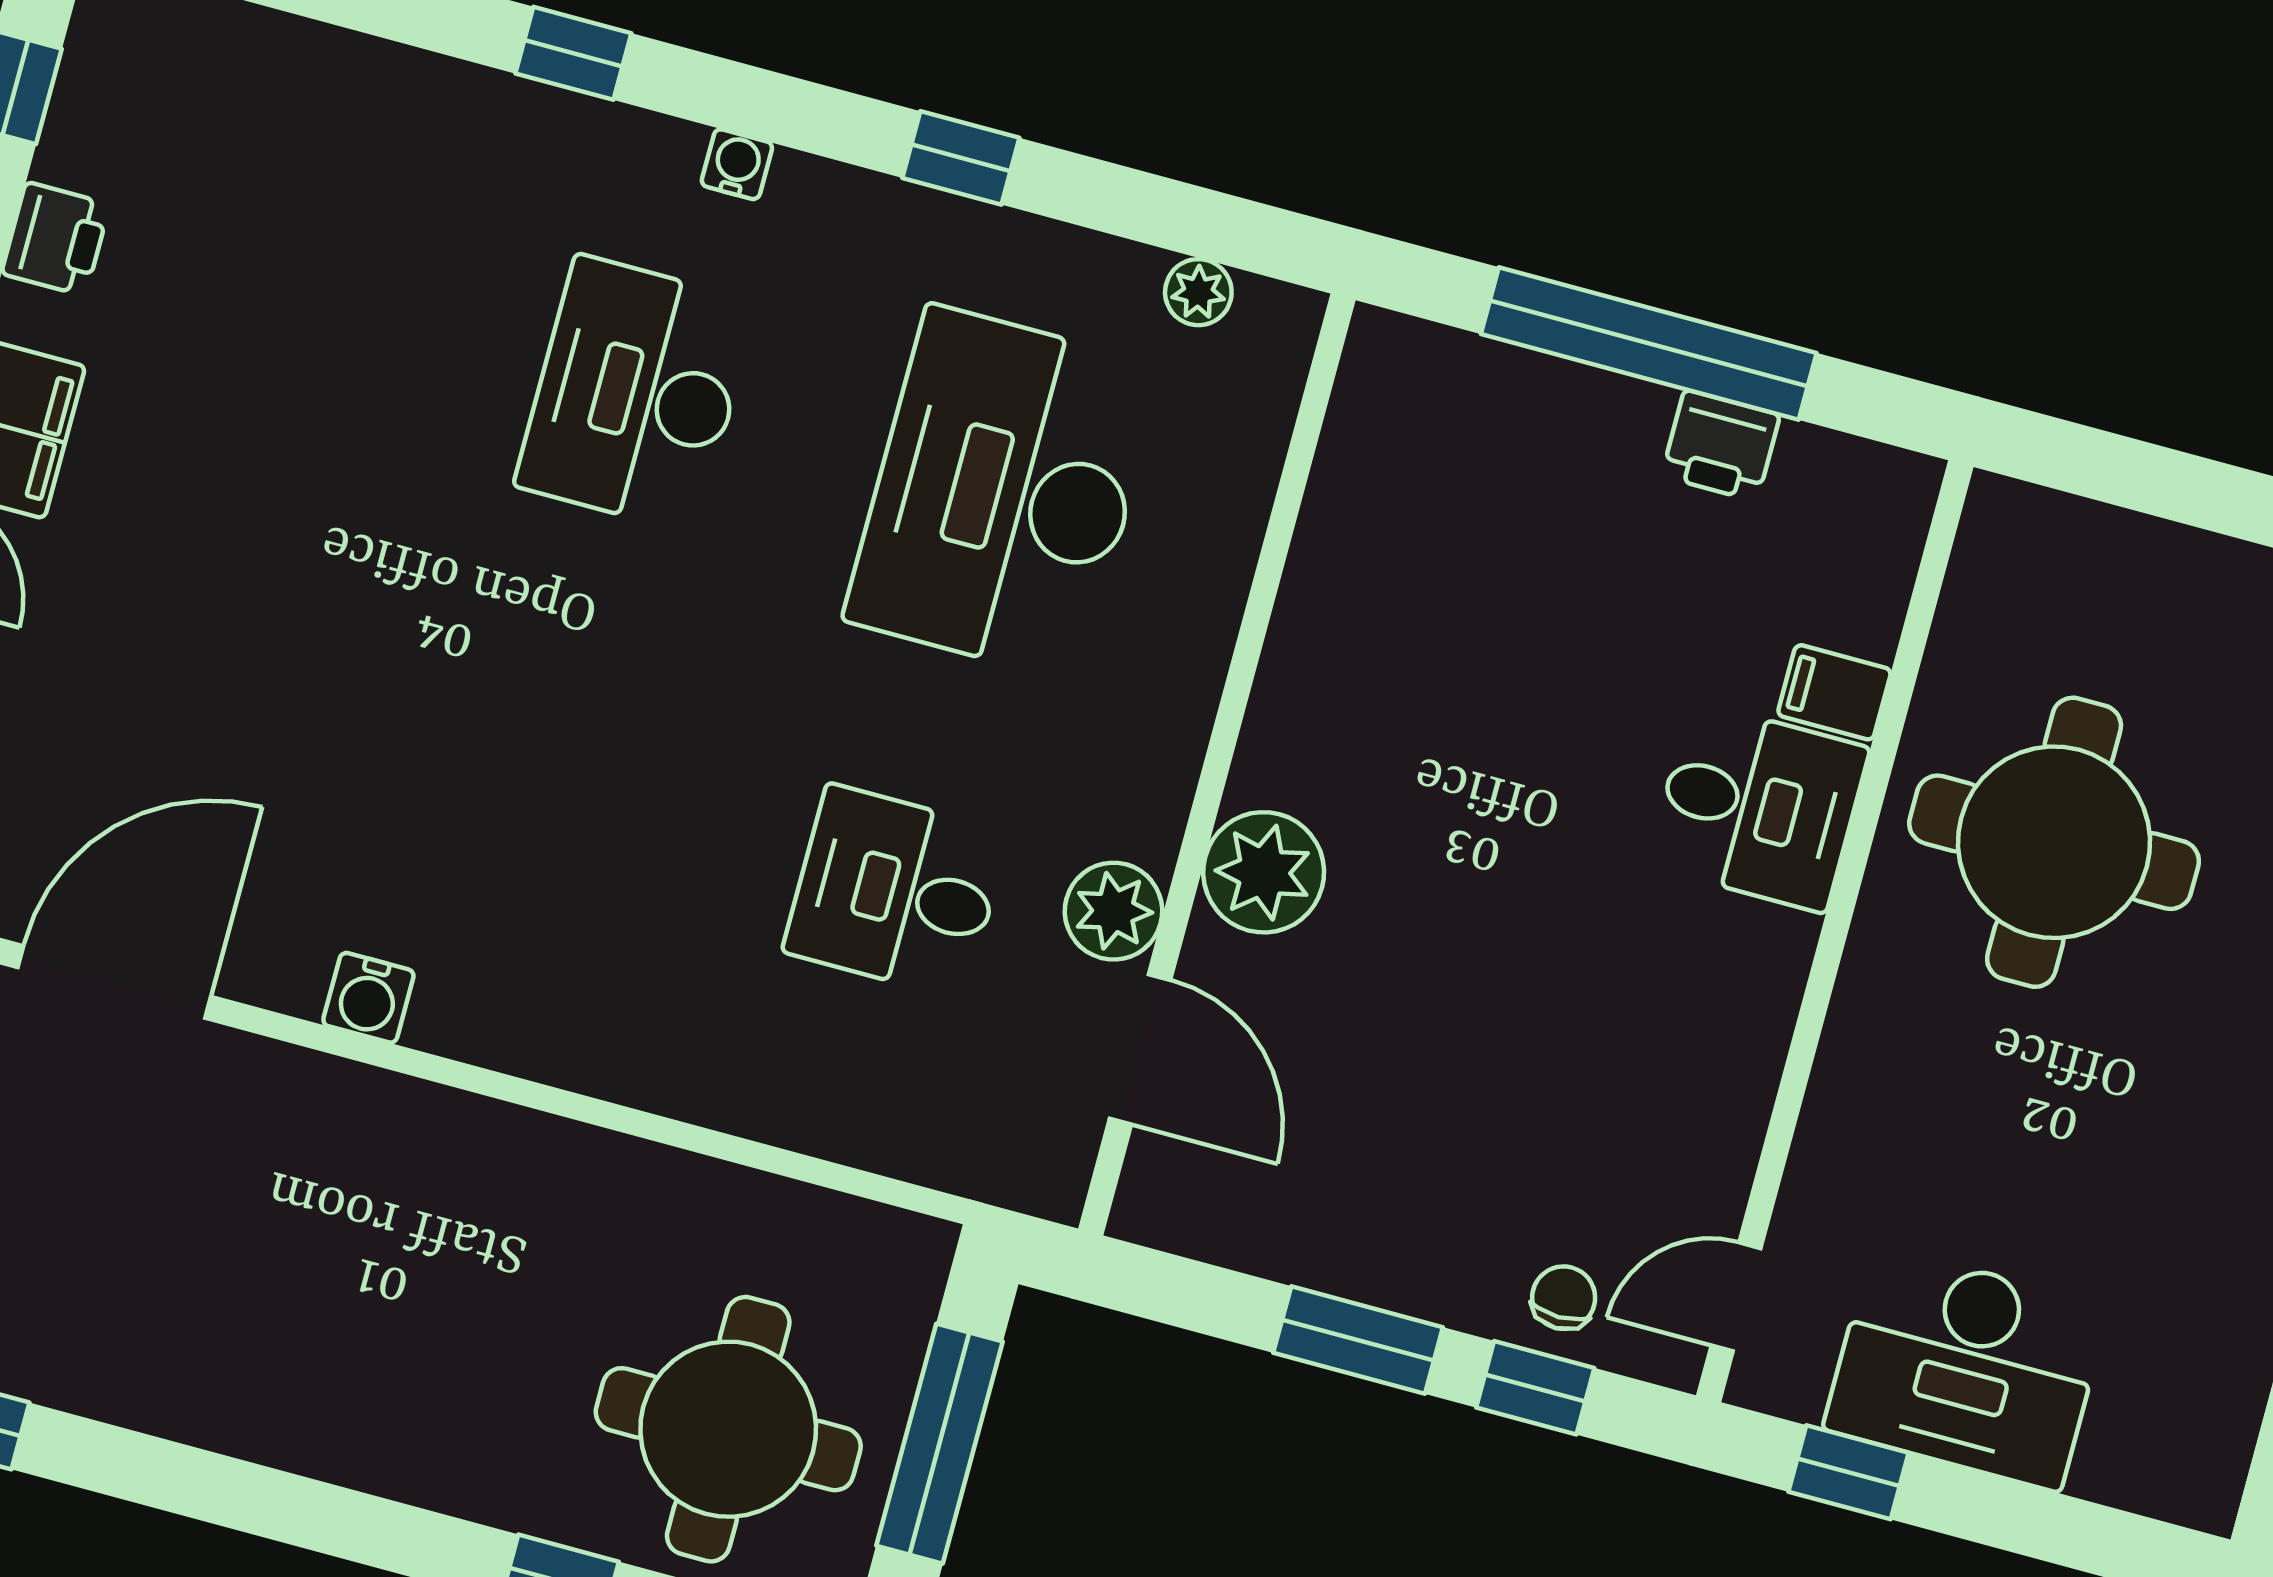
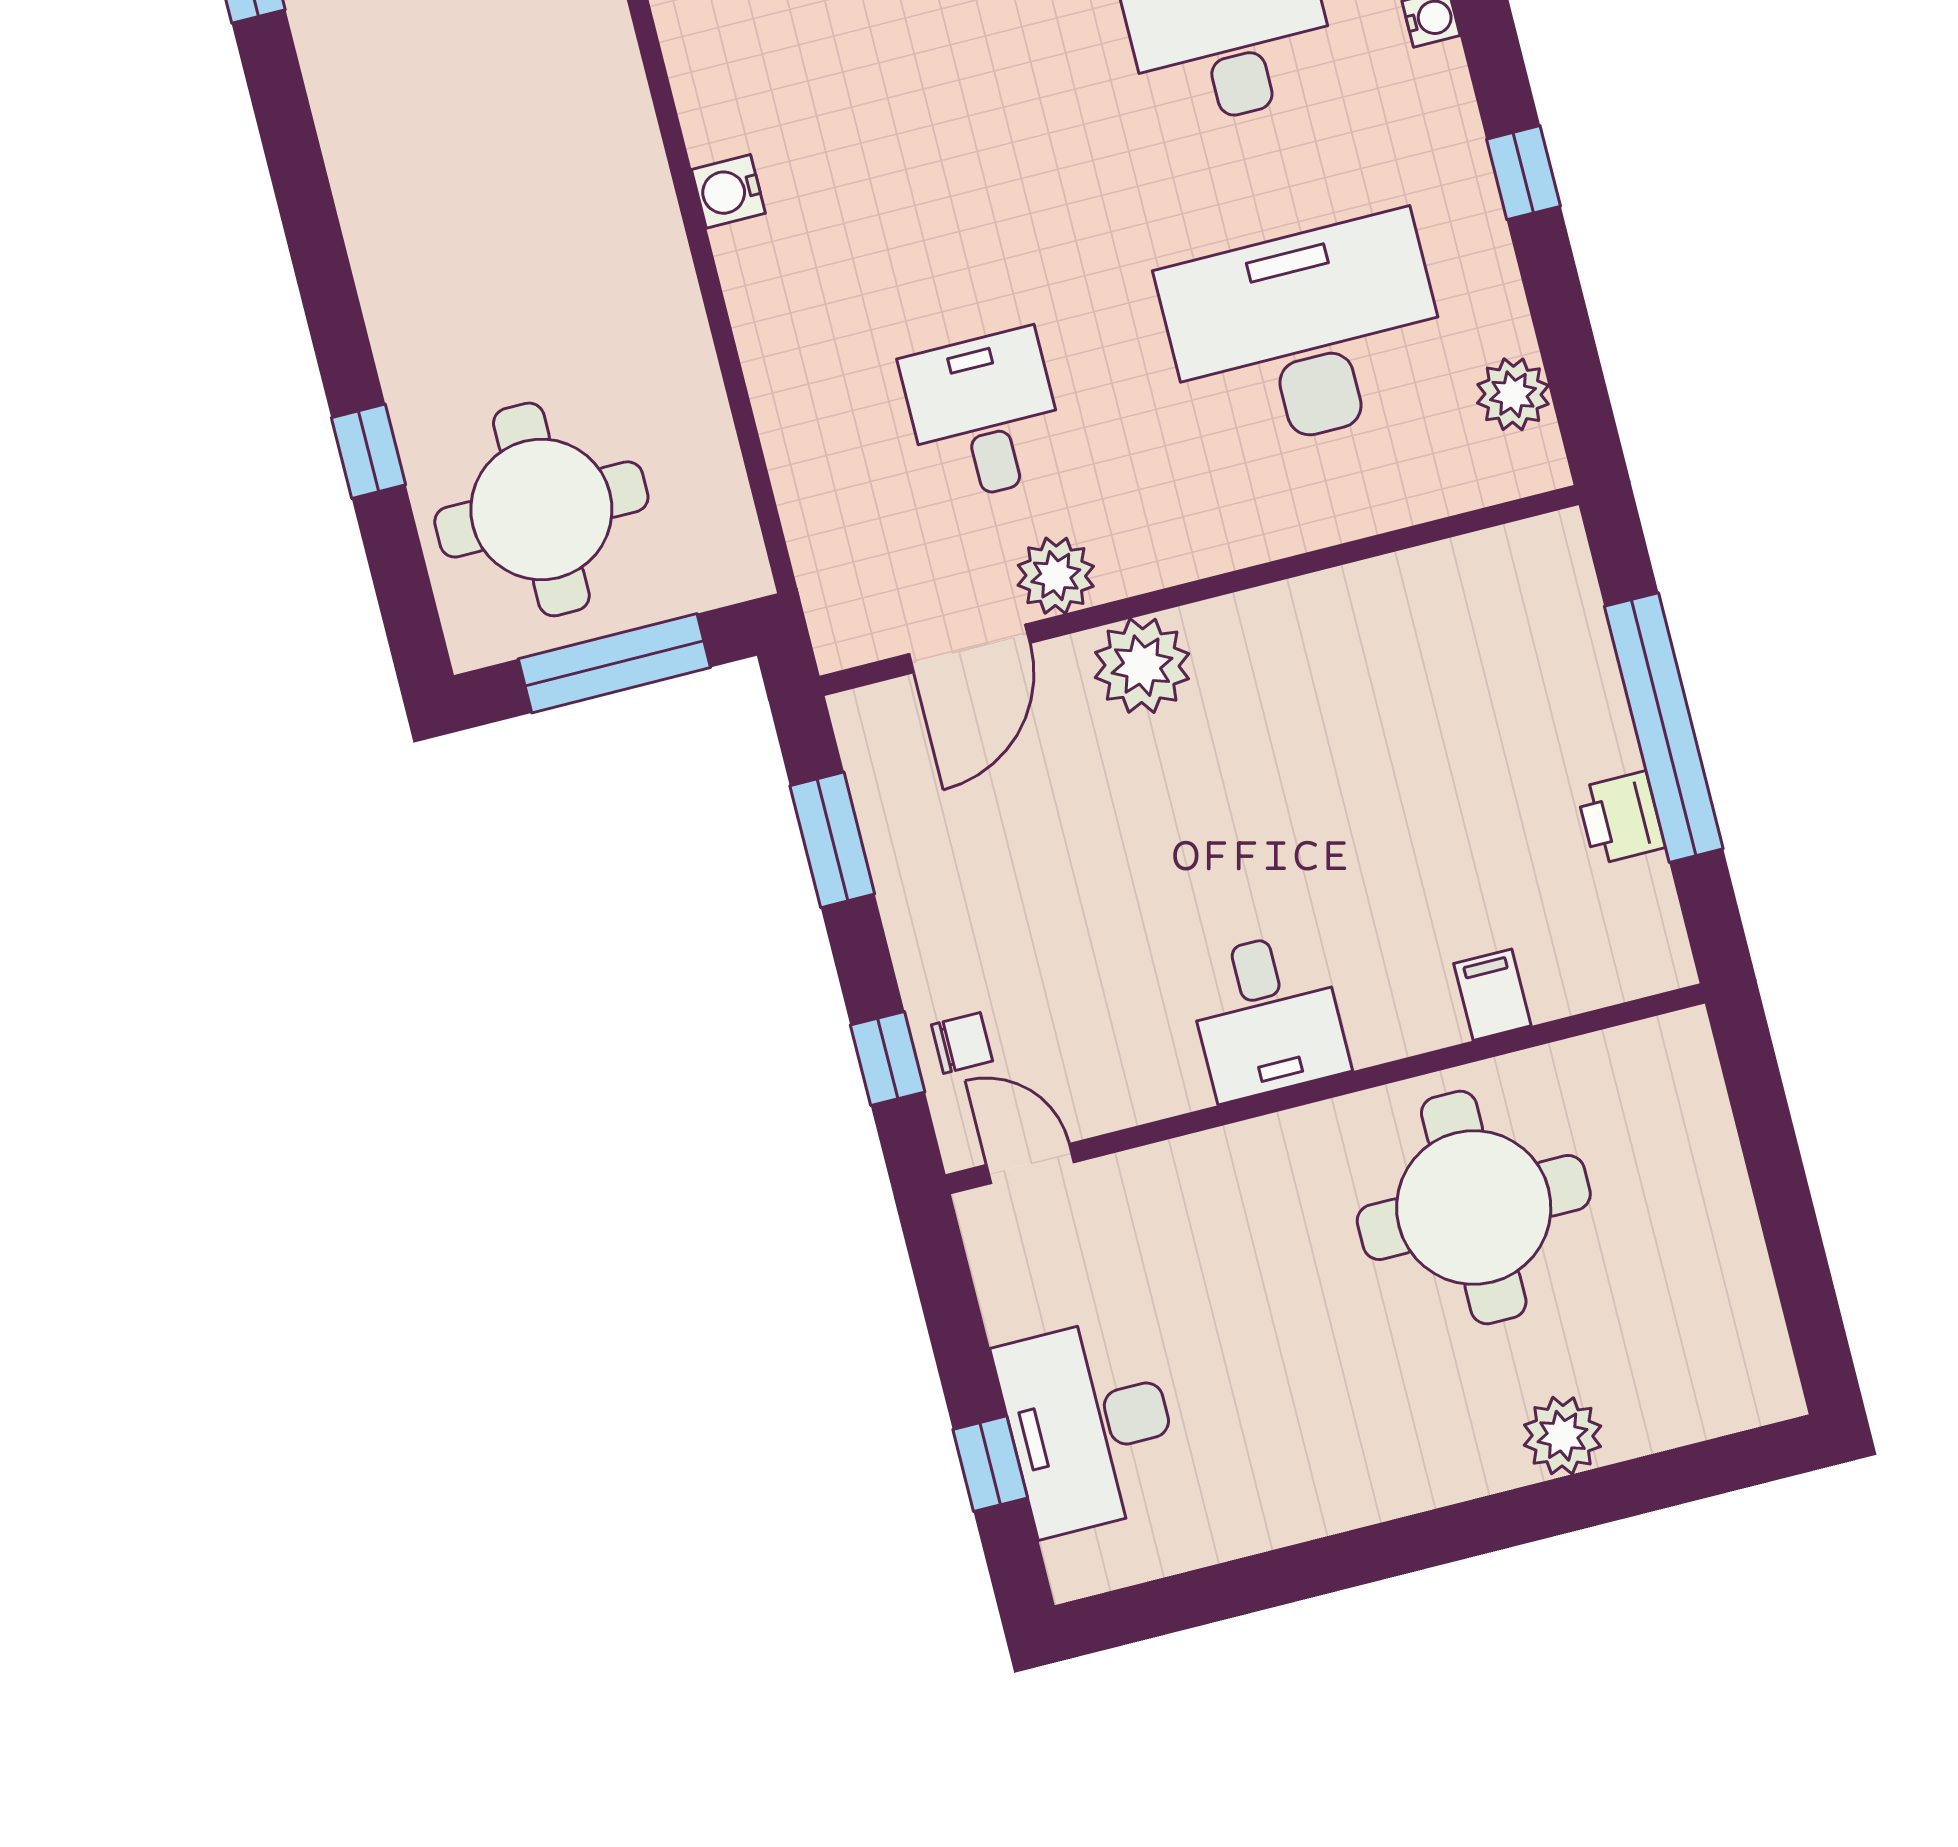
plant: (1198, 292) -> (1513, 394), width x1.38, depth x1.38
desk: (1758, 807) -> (1267, 1016), moved
water cooler: (368, 998) -> (728, 191), moved
window: (1358, 1340) -> (832, 840), moved
desk: (1966, 1368) -> (1090, 1425), moved
window: (1849, 1472) -> (990, 1464), moved

